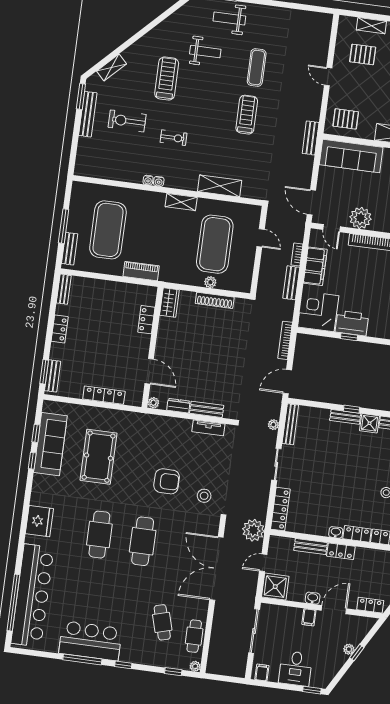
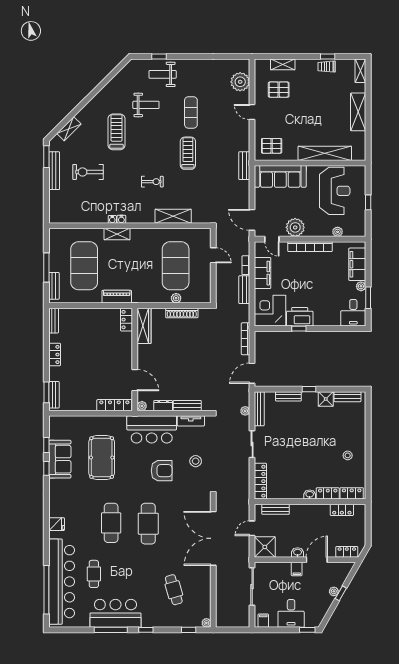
exercise bike: (173, 138) -> (152, 182), moved
shelving: (181, 202) -> (117, 234), moved
wardrobe: (169, 303) -> (144, 326), width x1.50
locker: (146, 320) -> (126, 320), moved
locker: (104, 395) -> (114, 405), moved
bench: (345, 417) -> (288, 396), moved
bar counter: (161, 432) -> (152, 429), added
sofa: (50, 444) -> (60, 459), width x0.73
stool: (204, 496) -> (196, 461), moved
fridge: (39, 521) -> (57, 524), width x0.53, depth x0.75
plant: (253, 530) -> (240, 82), moved
bench: (311, 547) -> (276, 509), moved
locker: (341, 551) -> (342, 510), moved
cafe table: (194, 636) -> (94, 574), moved

